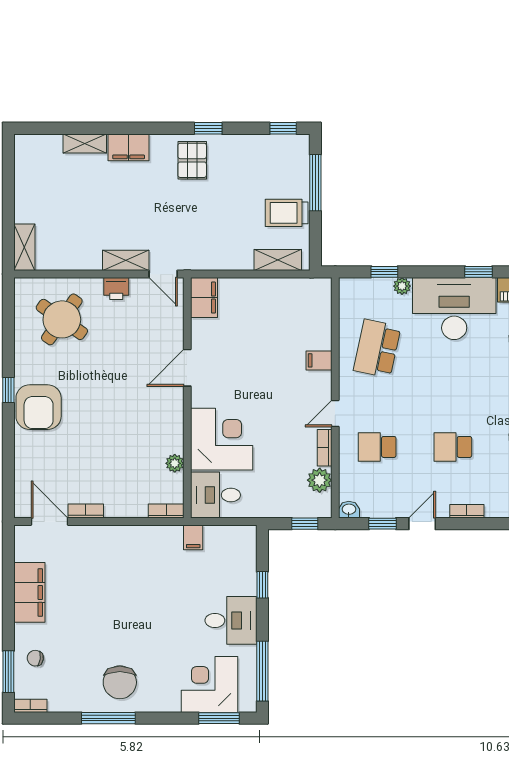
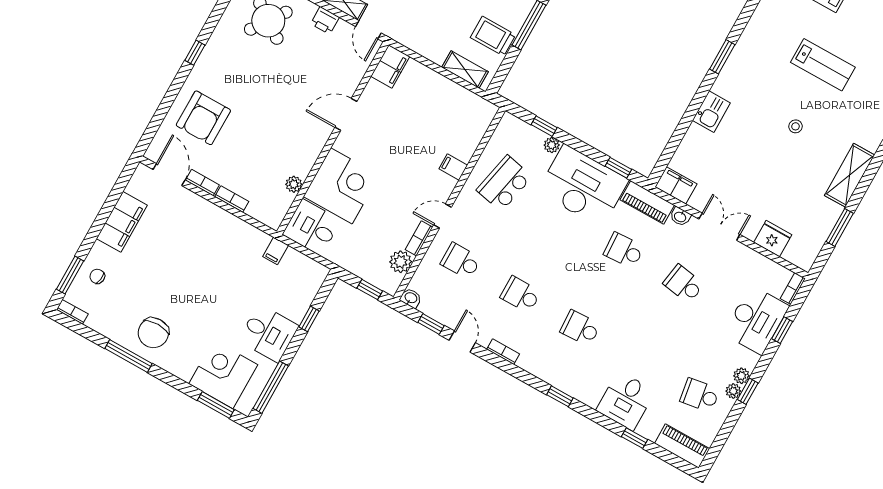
armchair: (39, 407) -> (203, 118), moved
bookcase: (166, 511) -> (232, 199), moved
door: (422, 524) -> (462, 342), hinge flipped

